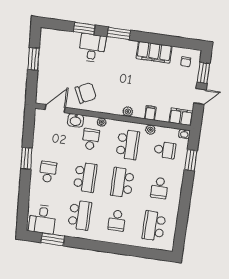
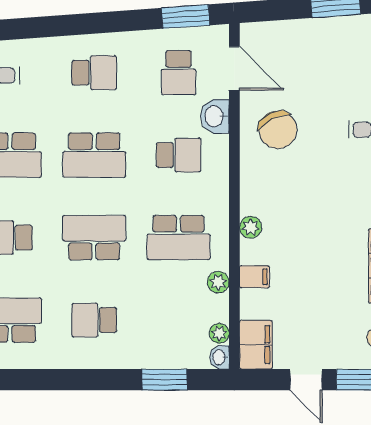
plant: (102, 122) -> (219, 333), moved
school desk: (165, 150) -> (179, 73), moved
window: (27, 158) -> (186, 17), moved

